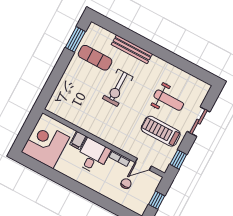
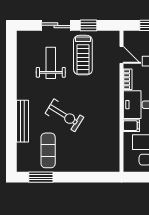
exercise bike: (118, 88) -> (64, 115), turned 32
window: (178, 159) -> (88, 25), moved

